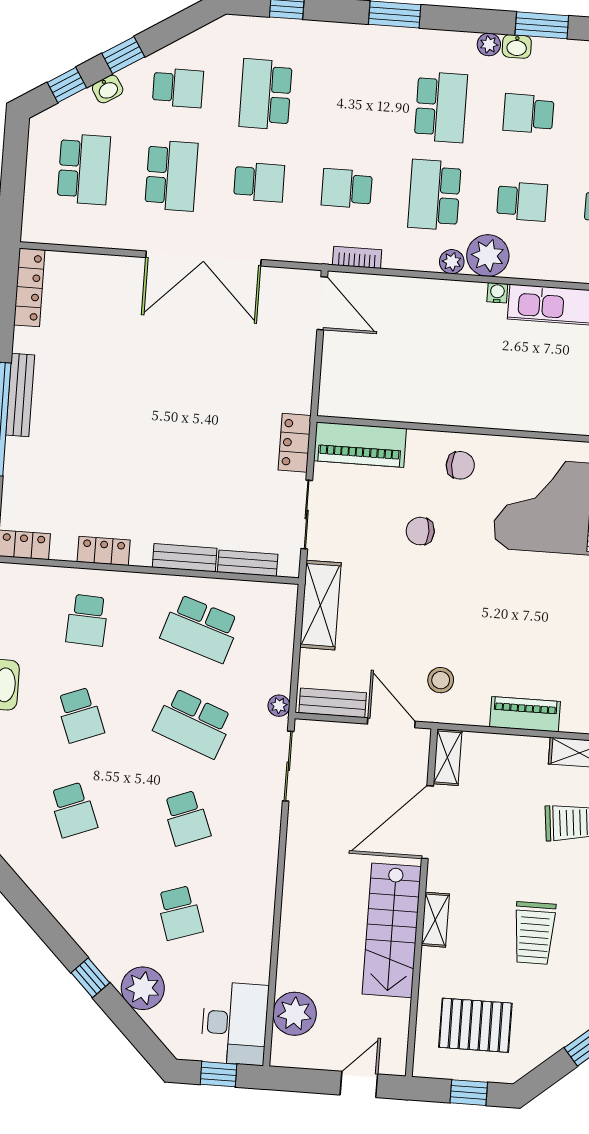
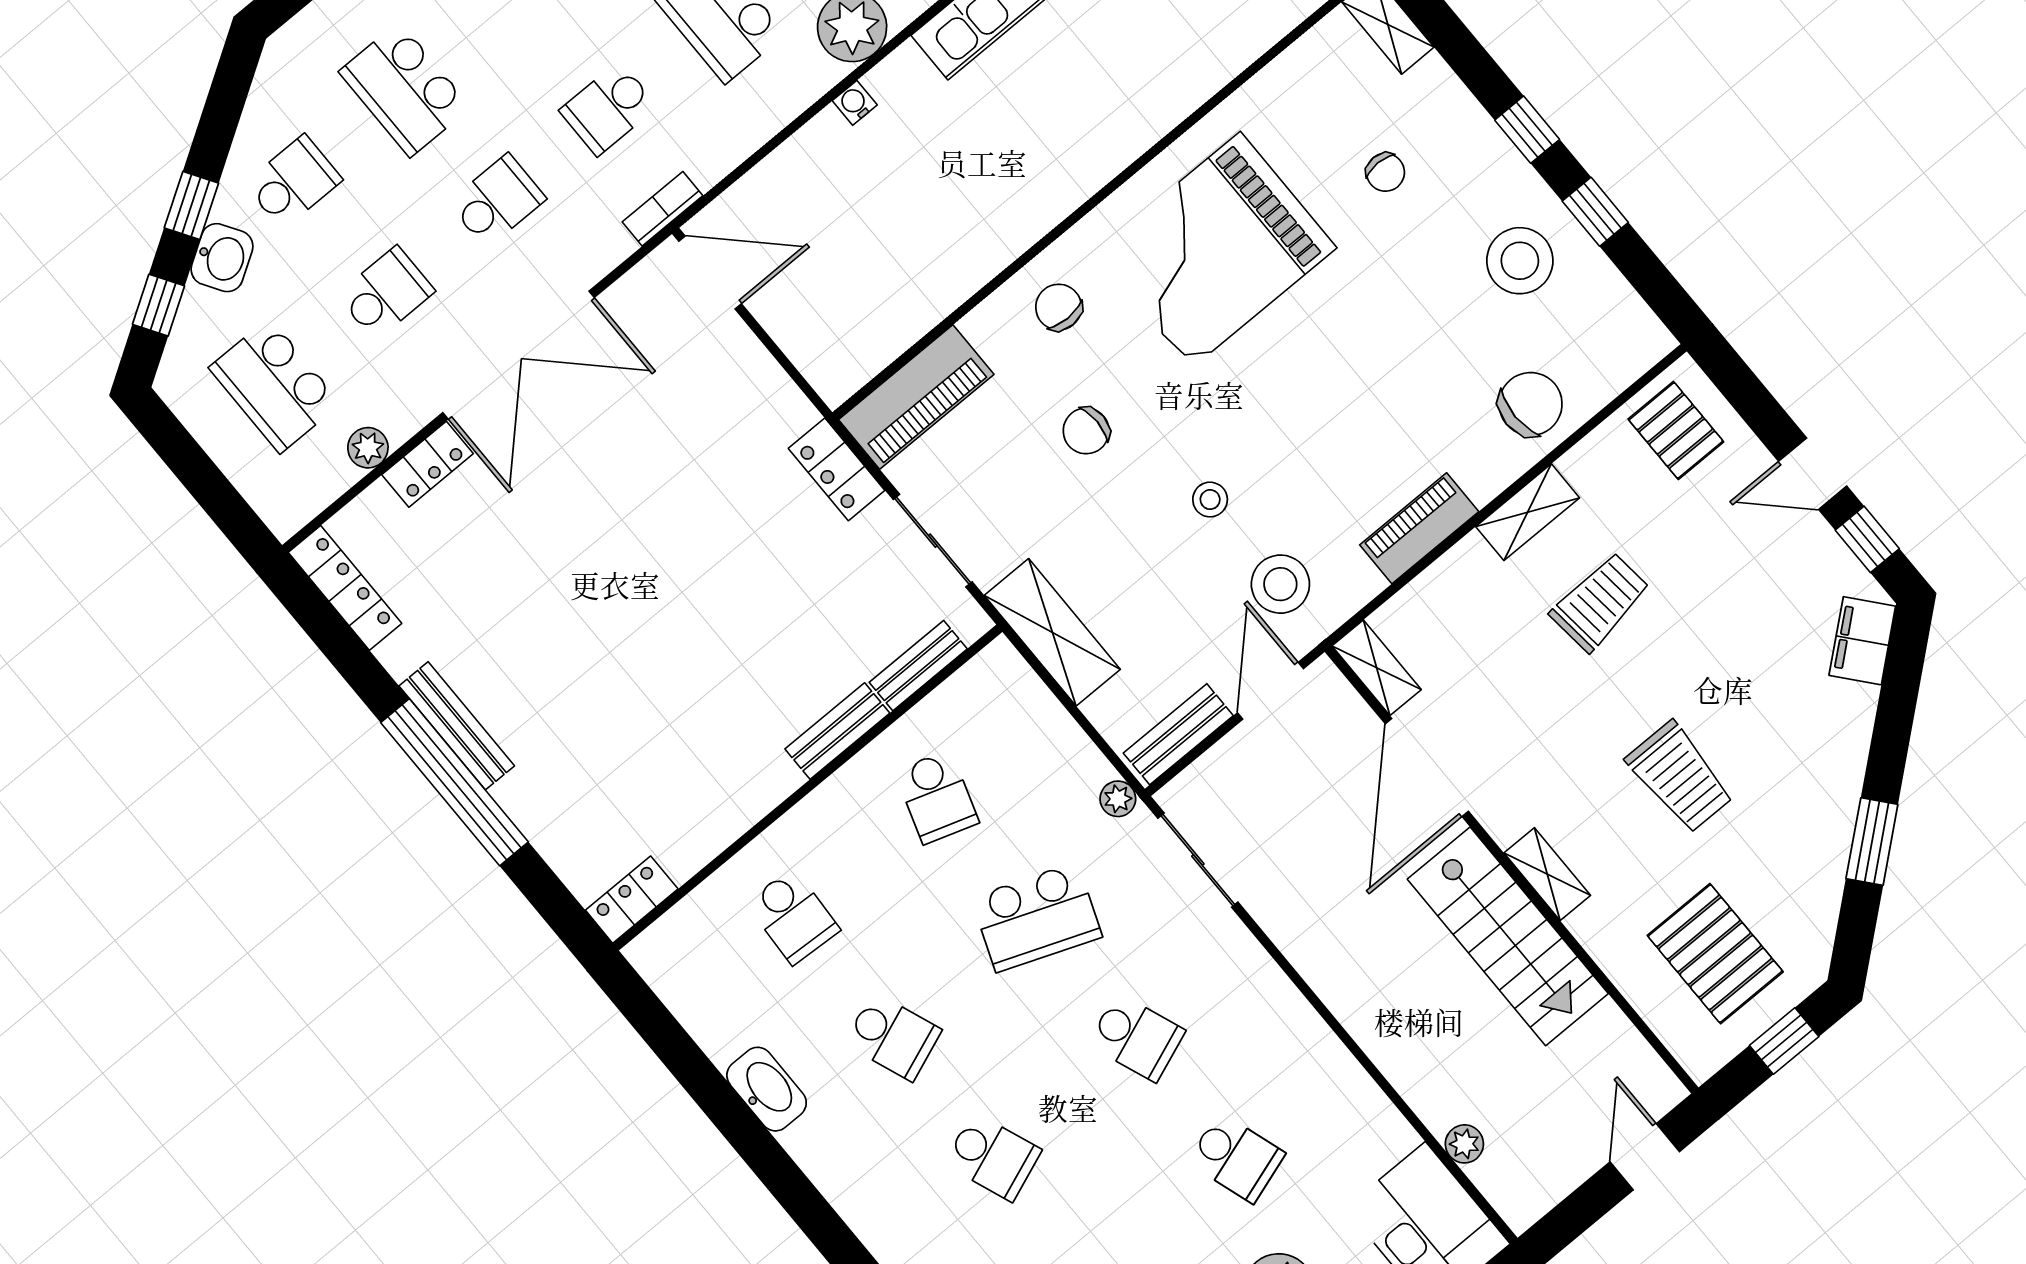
washbasin: (108, 89) -> (222, 258), width x1.38, depth x1.45
school desk: (84, 169) -> (275, 386), turned 180
school desk: (171, 176) -> (386, 293), width x0.54
bookcase: (357, 257) -> (662, 209), moved
plant: (452, 262) -> (368, 448), moved
water cooler: (497, 293) -> (855, 103), moved
chair: (460, 465) -> (1059, 307), turned -90
locker: (104, 551) -> (428, 464), moved, turned 180
stool: (446, 613) -> (1210, 500), added
school desk: (200, 629) -> (937, 797), width x0.54
stool: (441, 680) -> (1280, 584), width x1.38, depth x1.38
door: (391, 723) -> (1270, 691), hinge flipped
plant: (295, 1014) -> (1464, 1144), width x0.53, depth x0.53
pallet: (475, 1025) -> (1715, 954), turned 90

